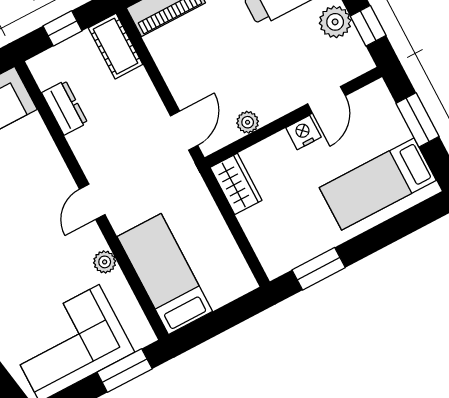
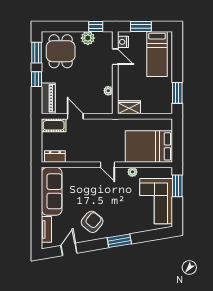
window: (62, 28) -> (37, 142), removed
dresser: (65, 108) -> (55, 156), moved
door: (184, 131) -> (75, 116), moved
nightstand: (303, 132) -> (123, 42), moved
bed: (165, 274) -> (149, 146), width x1.50

